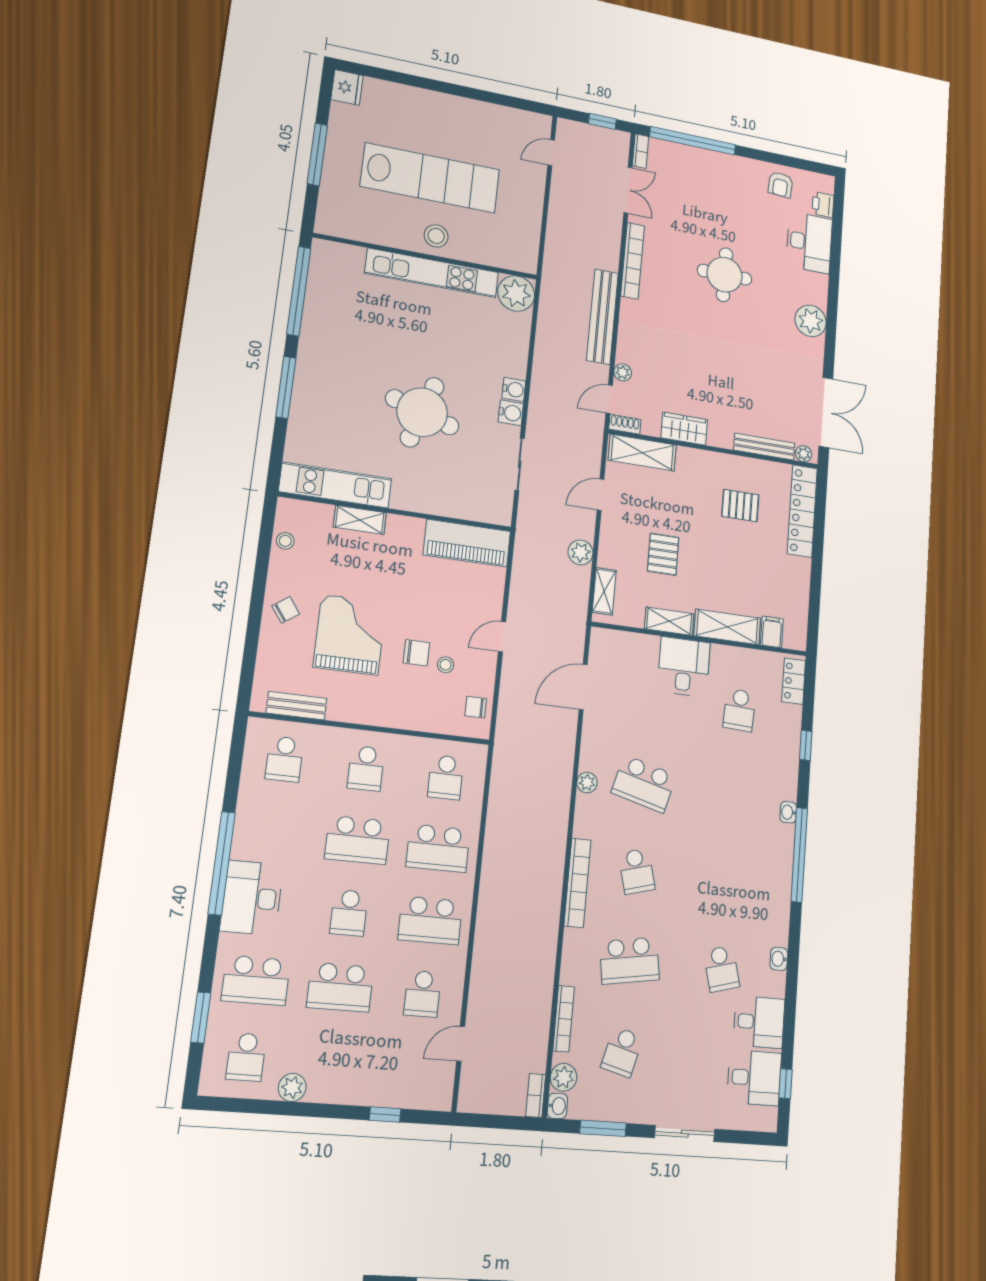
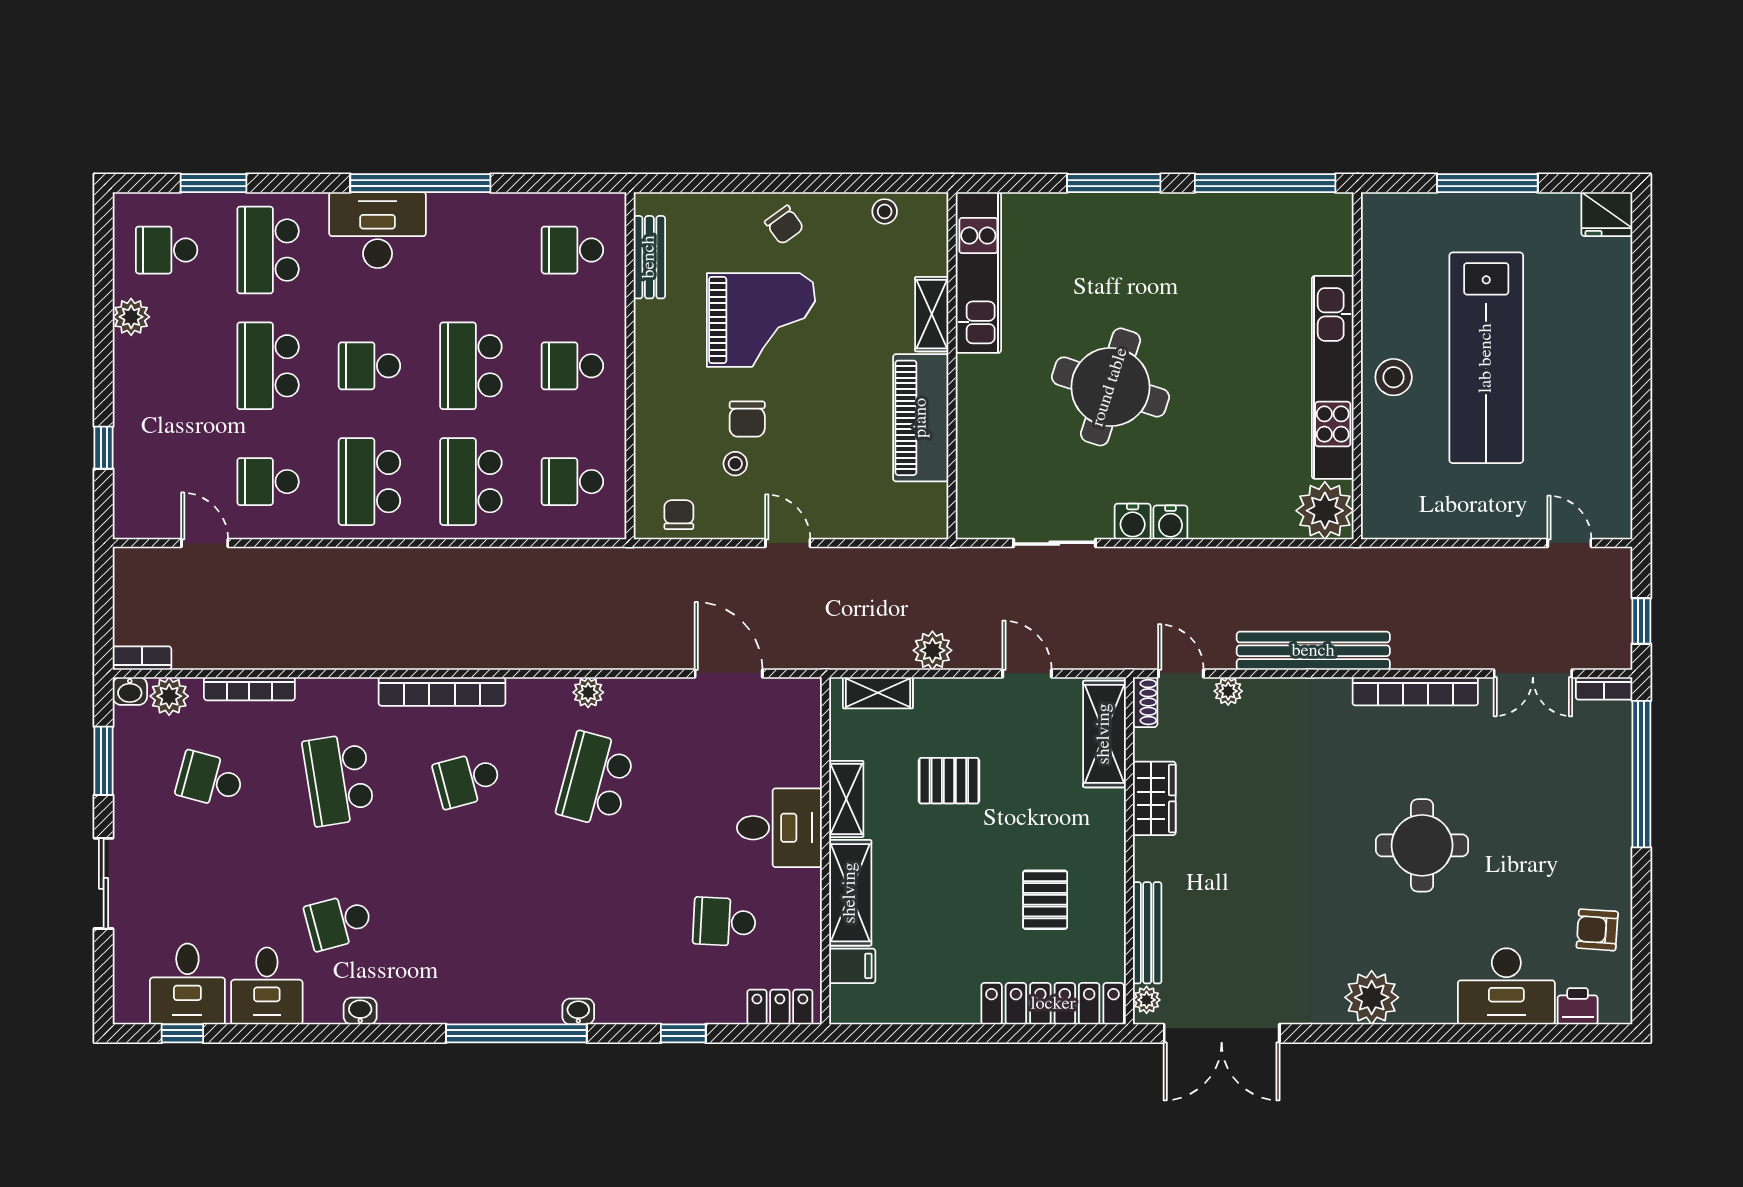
piano: (467, 543) -> (921, 418), moved

